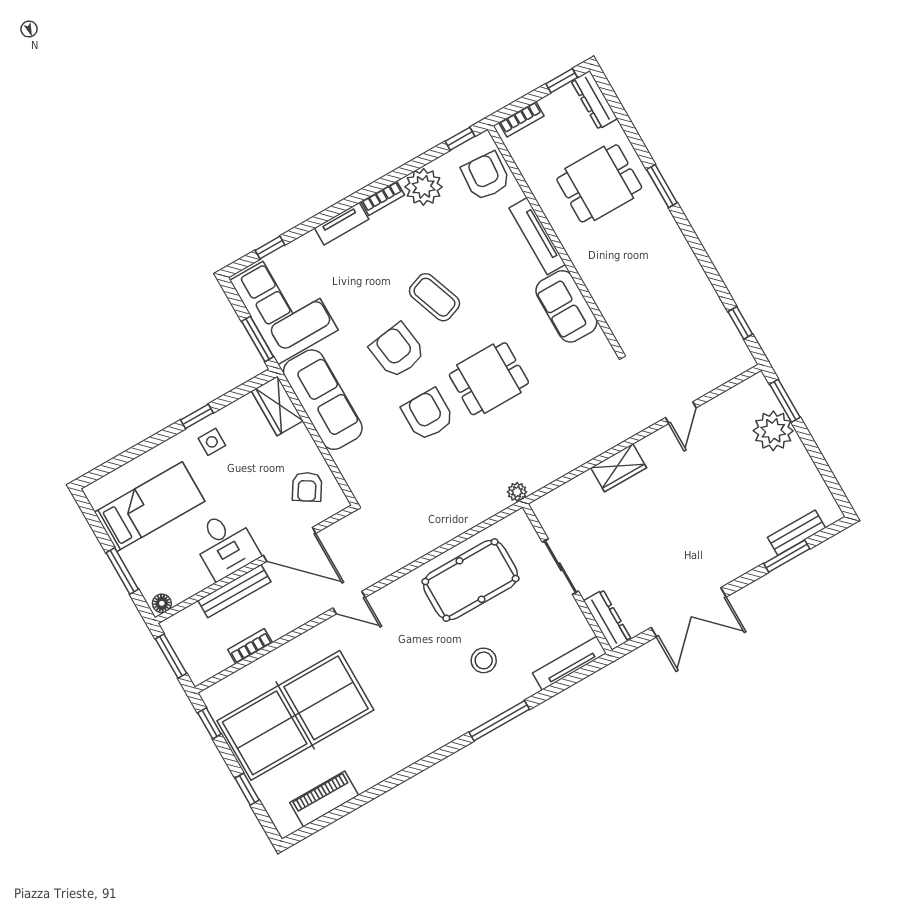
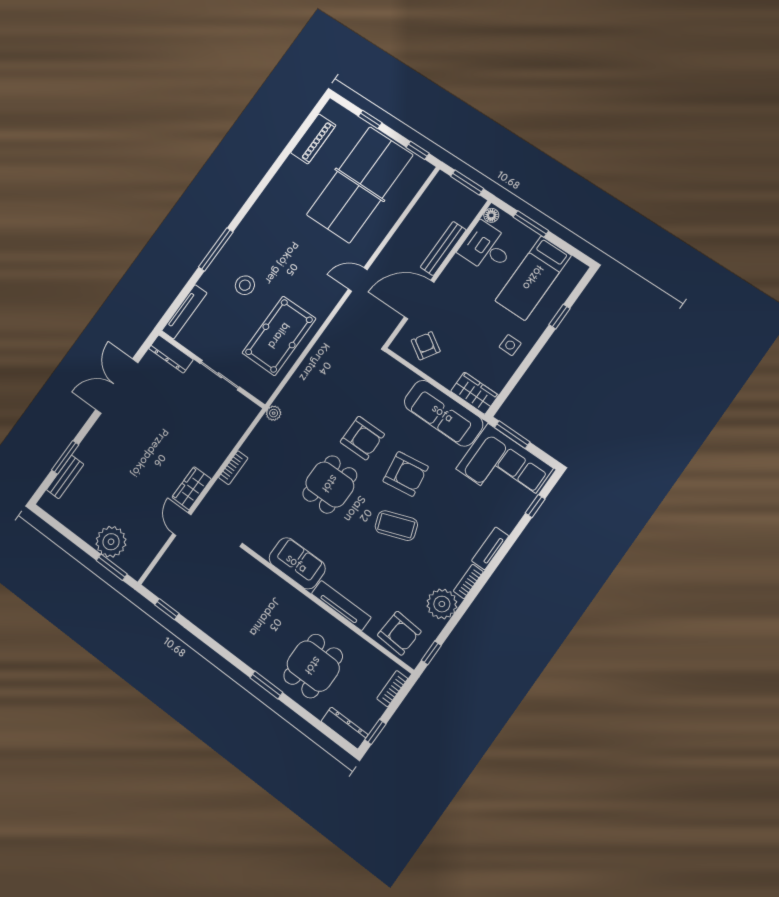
window: (197, 416) -> (560, 317), moved
wardrobe: (619, 468) -> (192, 488), moved
desk: (225, 545) -> (487, 248), moved
bookcase: (250, 646) -> (233, 468), moved

